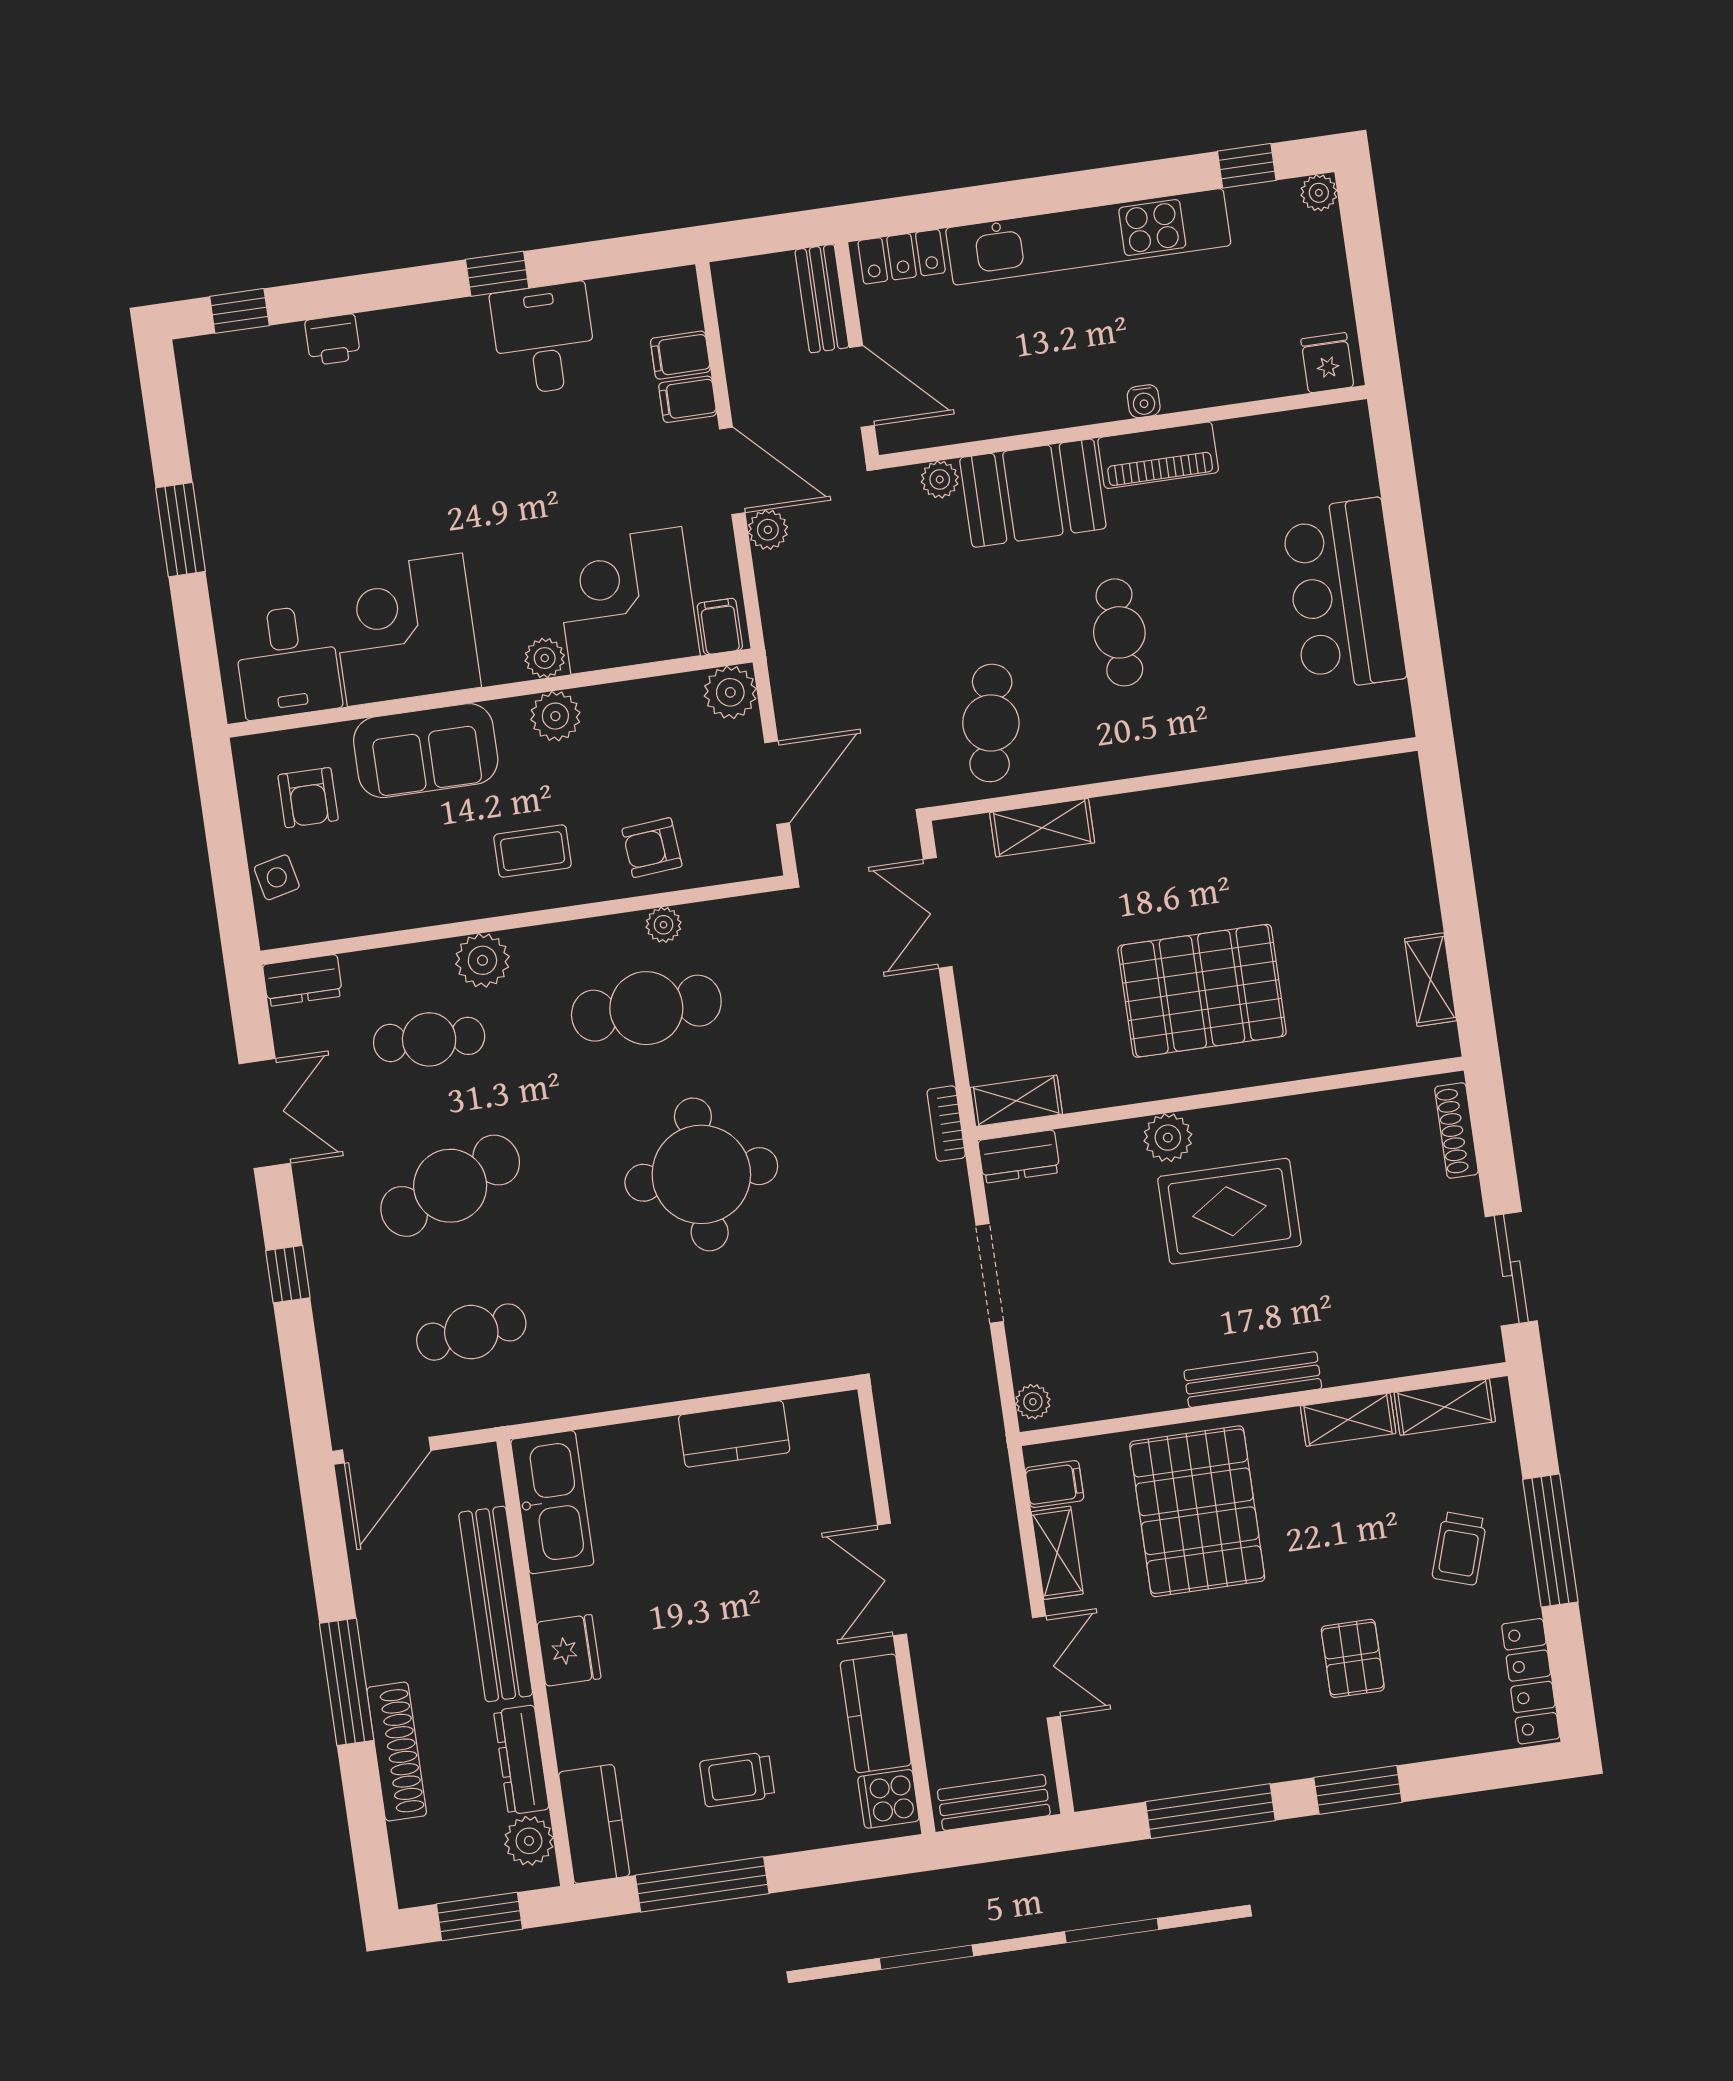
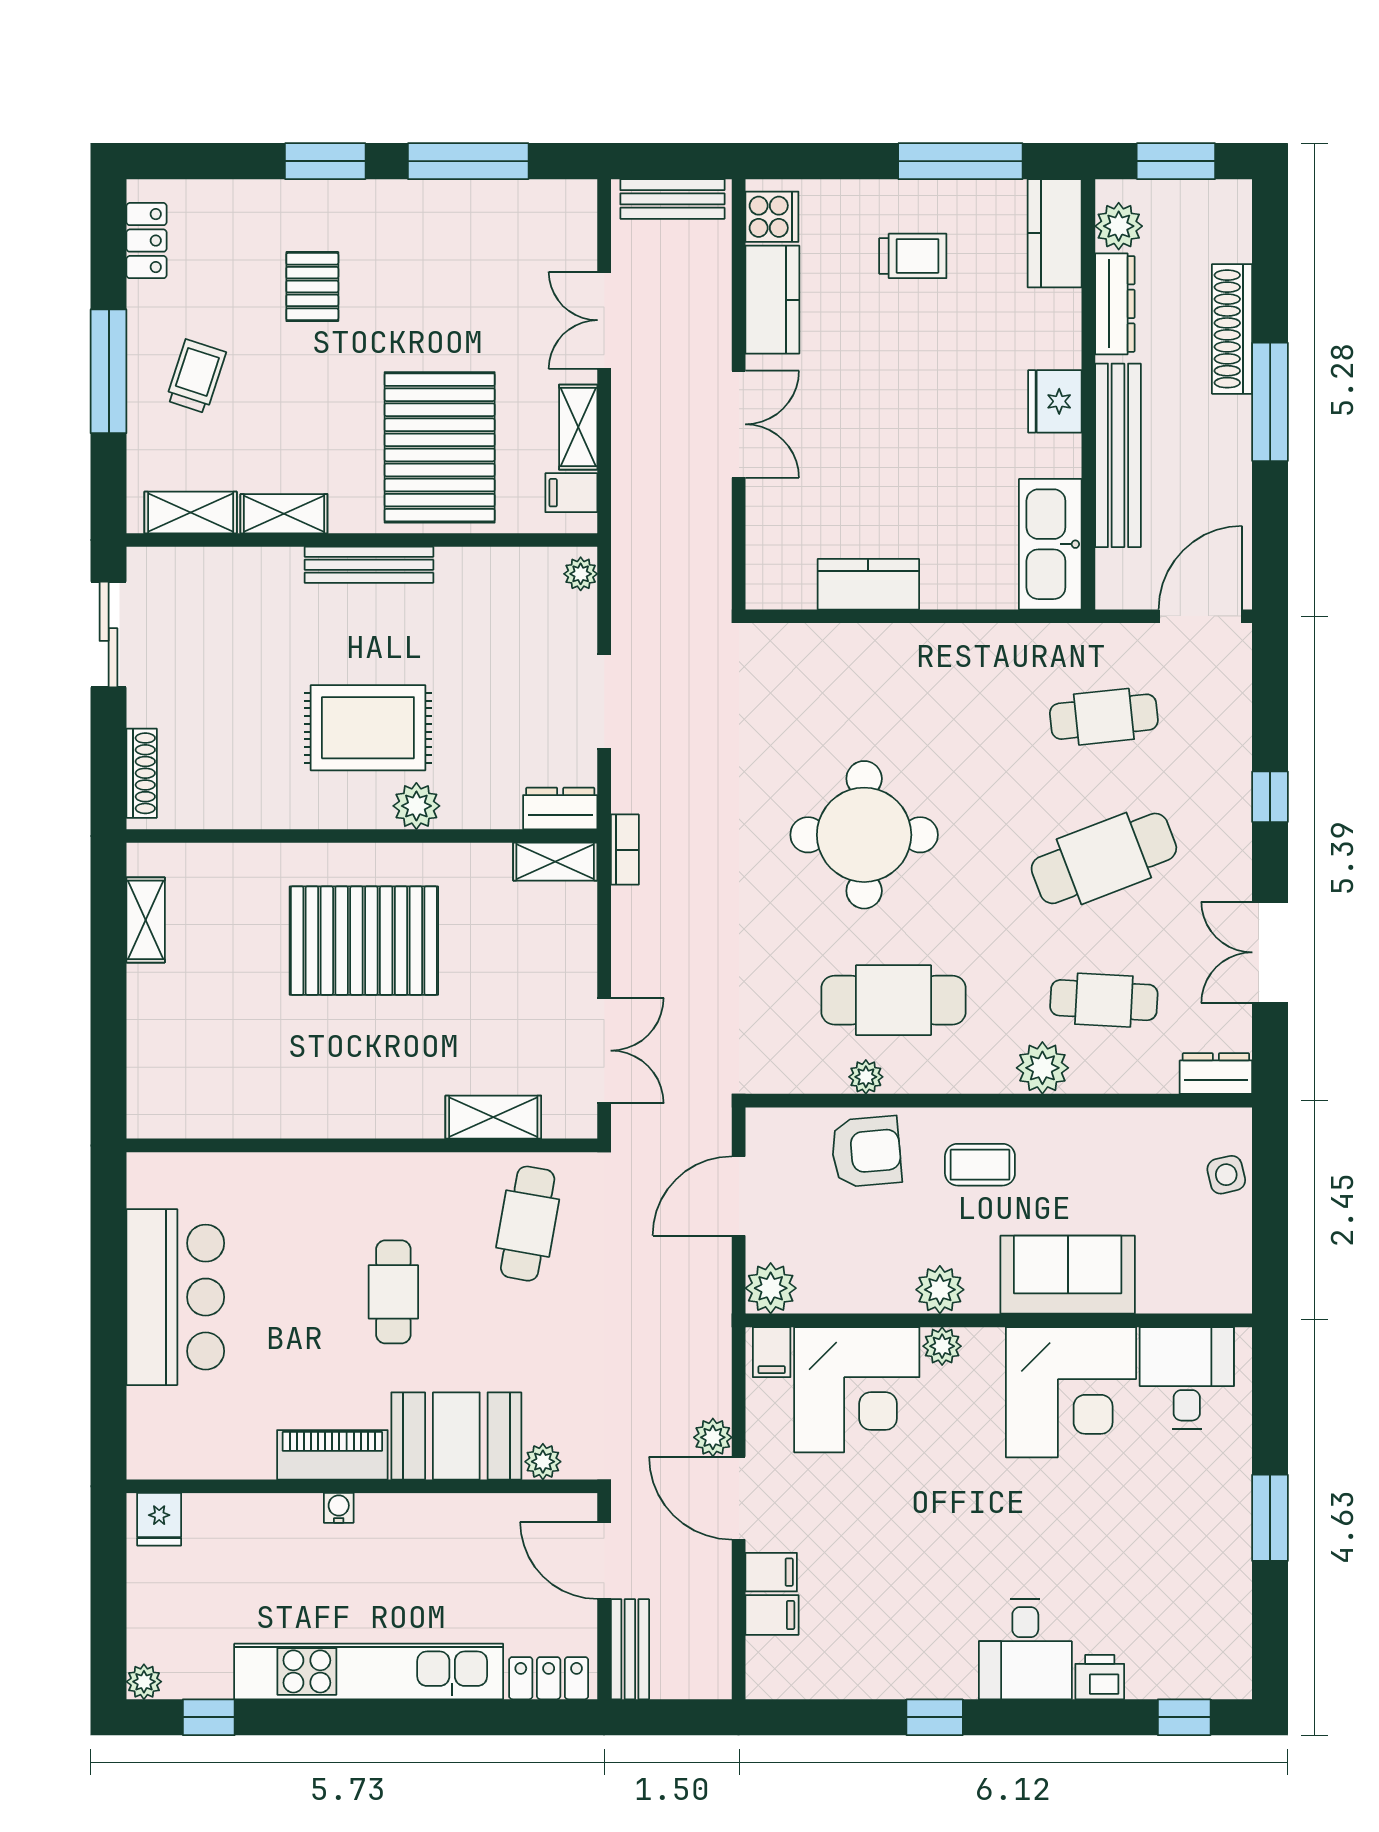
desk: (544, 339) -> (1025, 1649), moved
armchair: (308, 798) -> (1186, 1246), removed
armchair: (652, 848) -> (866, 1152), width x1.38, depth x1.38
locker: (1531, 1681) -> (147, 241), width x0.66

